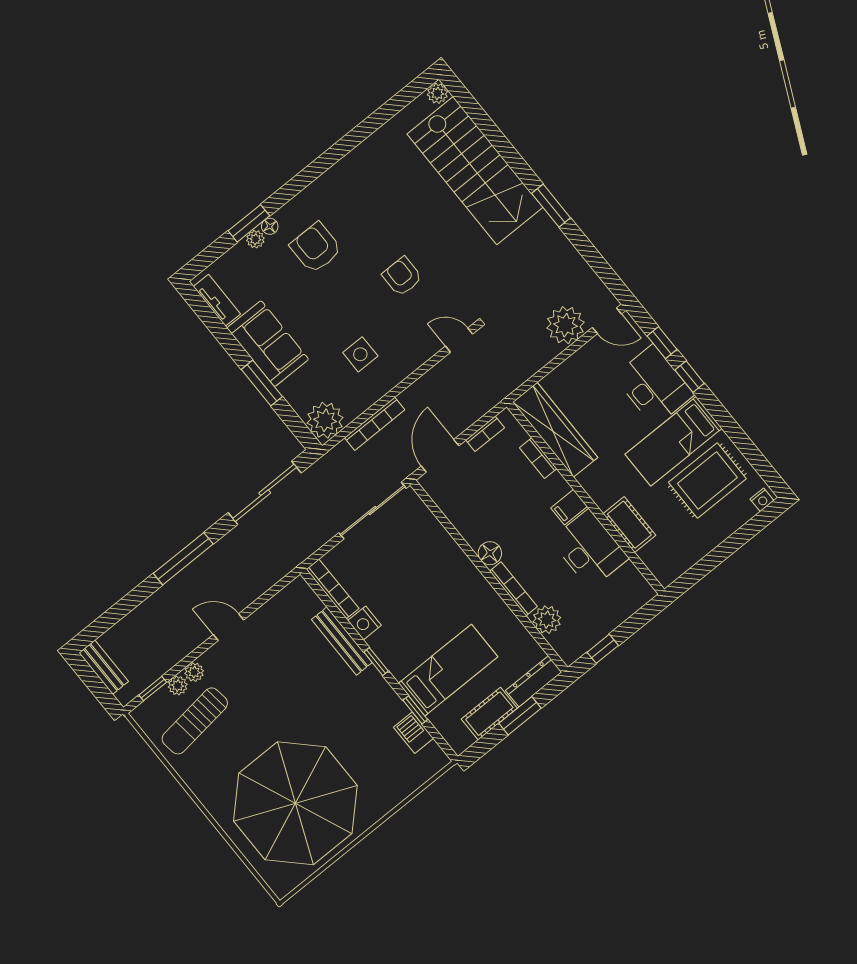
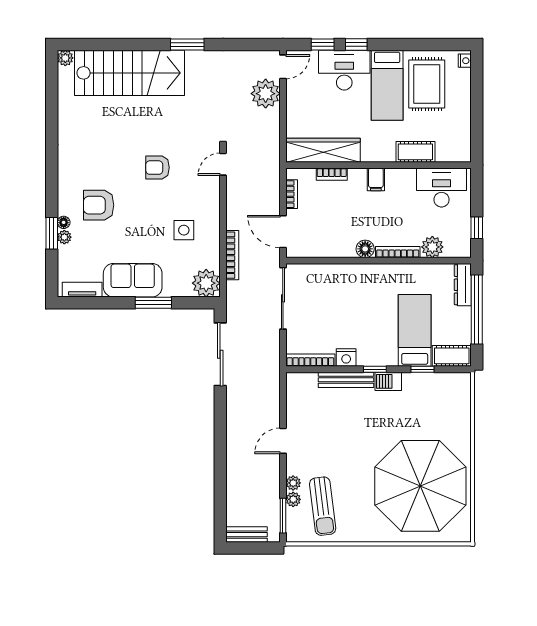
desk: (589, 549) -> (441, 188), moved
window: (183, 559) -> (220, 435), removed
window: (153, 689) -> (283, 516), width x1.50
cot: (489, 714) -> (452, 356), moved, turned 90
window: (520, 716) -> (477, 309), width x2.11
barbecue: (413, 733) -> (388, 381), moved

